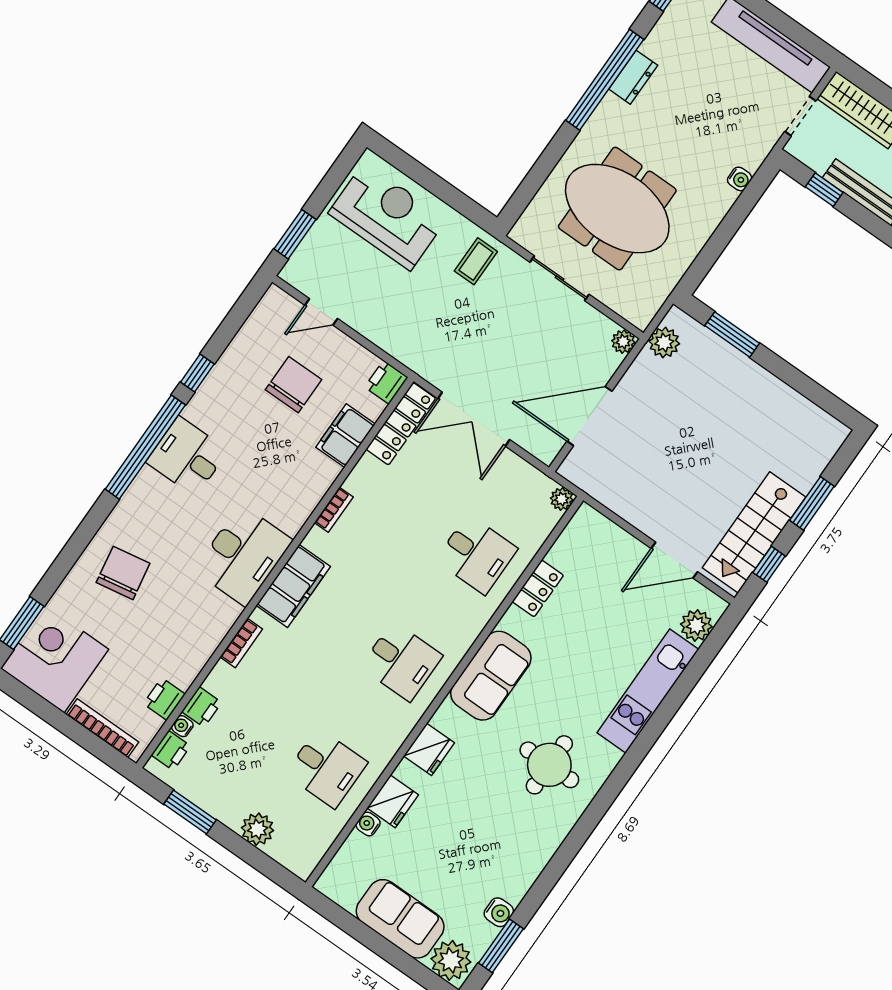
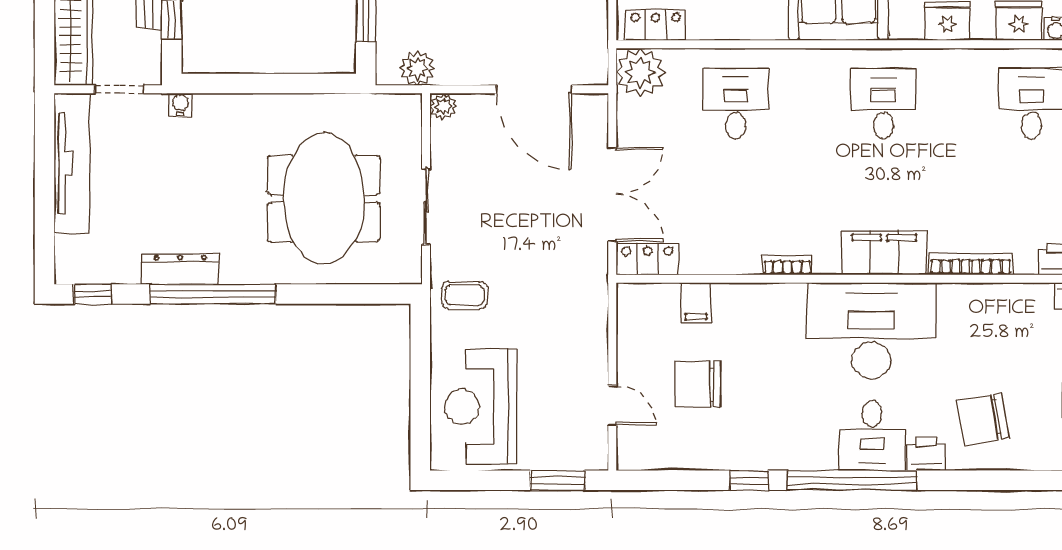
dresser: (633, 77) -> (180, 269), width x1.44
water cooler: (740, 179) -> (180, 105), moved
printer: (386, 382) -> (926, 454), moved, turned 180
locker: (401, 424) -> (647, 259), width x0.66
filing cabinet: (345, 436) -> (696, 303), width x0.50
desk: (187, 456) -> (872, 436), moved
plant: (562, 499) -> (640, 72), width x1.88, depth x1.88
desk: (243, 555) -> (871, 330), width x1.36, depth x1.30
locker: (538, 588) -> (656, 25), moved
bookcase: (241, 643) -> (971, 264), width x1.56

